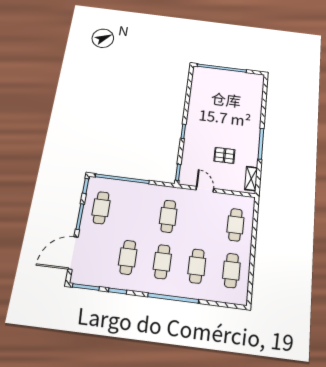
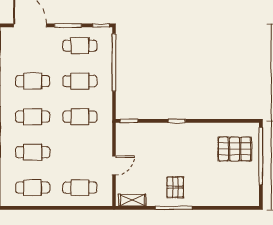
pallet: (214, 88) -> (235, 149), added
pallet: (224, 155) -> (175, 187), moved
door: (205, 189) -> (114, 165), moved
cafe table: (135, 212) -> (80, 81), added

